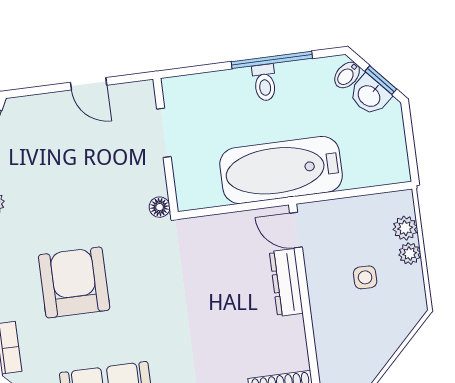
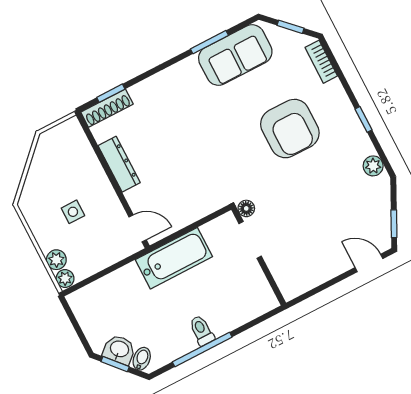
door: (89, 84) -> (369, 263), moved
doorway: (164, 133) -> (250, 240), moved
bathtub: (281, 170) -> (174, 258), width x0.73, depth x0.73
plant: (410, 254) -> (65, 279), moved
dresser: (286, 282) -> (119, 164), moved

